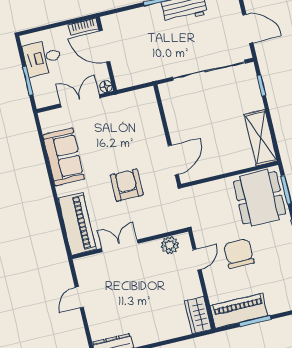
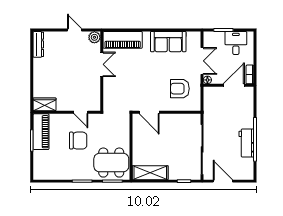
door: (248, 29) -> (223, 181), swing flipped
armchair: (127, 185) -> (180, 89), moved, turned 180
plant: (170, 245) -> (94, 37), moved

